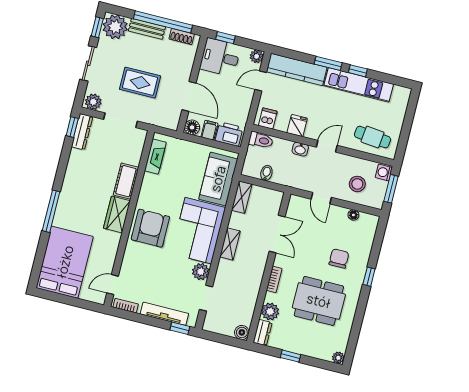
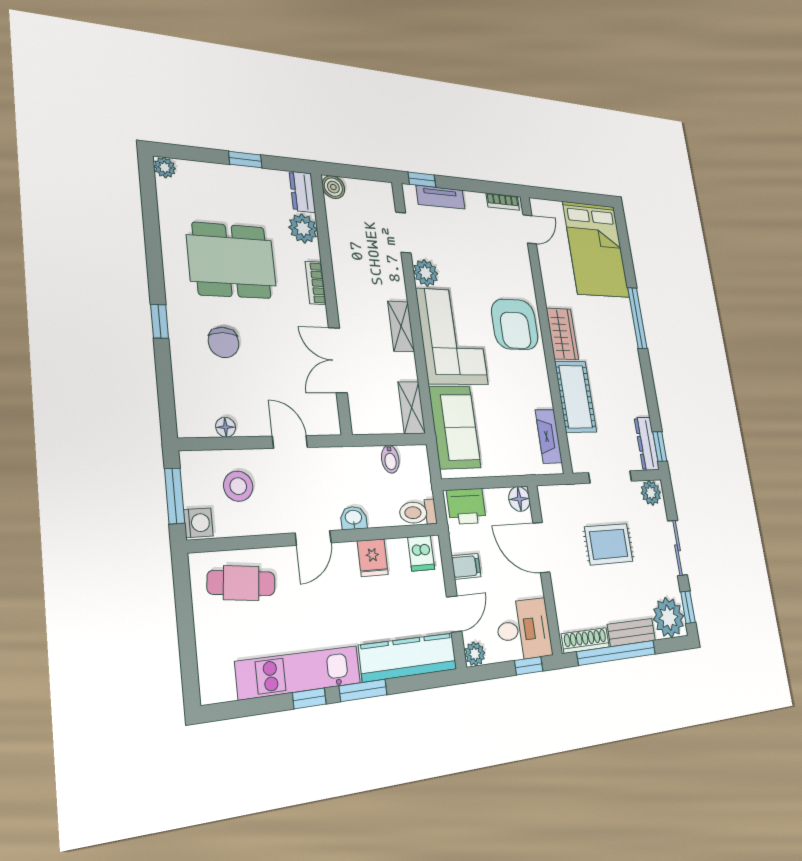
shoe rack: (182, 37) -> (585, 640), width x1.43
filing cabinet: (209, 130) -> (466, 566), moved, turned -90
cot: (126, 181) -> (576, 397), width x1.37, depth x1.34
tv unit: (164, 314) -> (441, 197), width x0.71

